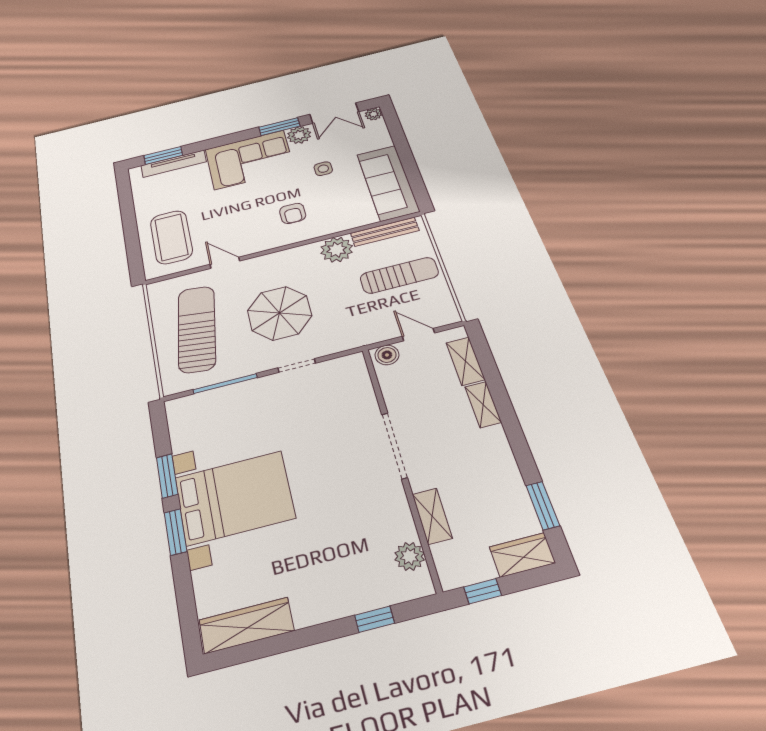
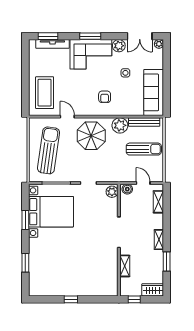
window: (279, 127) -> (90, 36), moved
parasol: (280, 313) -> (91, 136), moved
shelving: (483, 404) -> (159, 240), moved
bed with nightstands: (235, 498) -> (51, 212), moved
window: (543, 505) -> (167, 262), moved
window: (175, 532) -> (25, 263), moved
plant: (410, 556) -> (112, 192), moved
window: (375, 619) -> (71, 299), moved
wardrobe: (246, 625) -> (46, 289), removed

